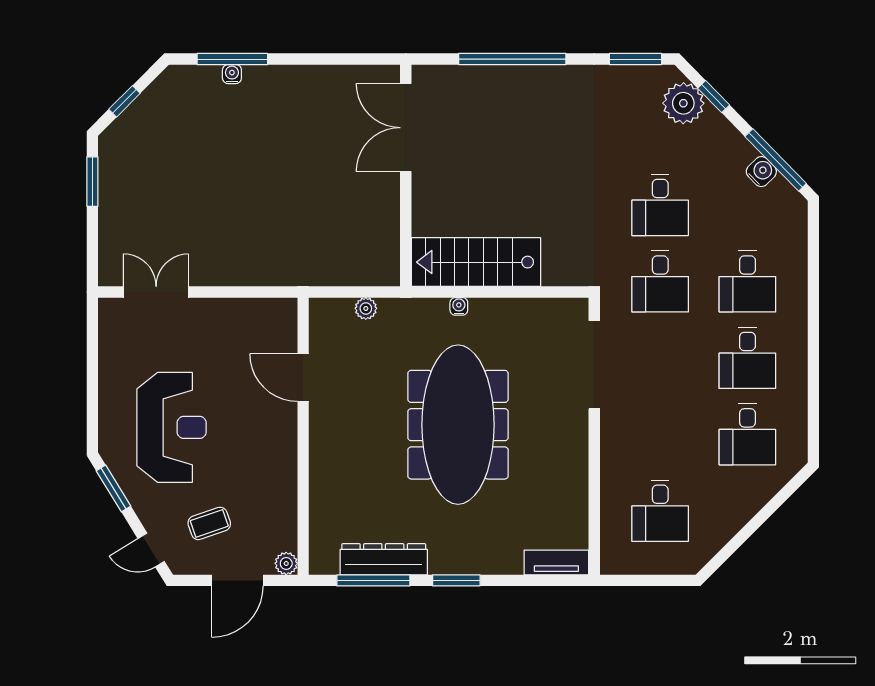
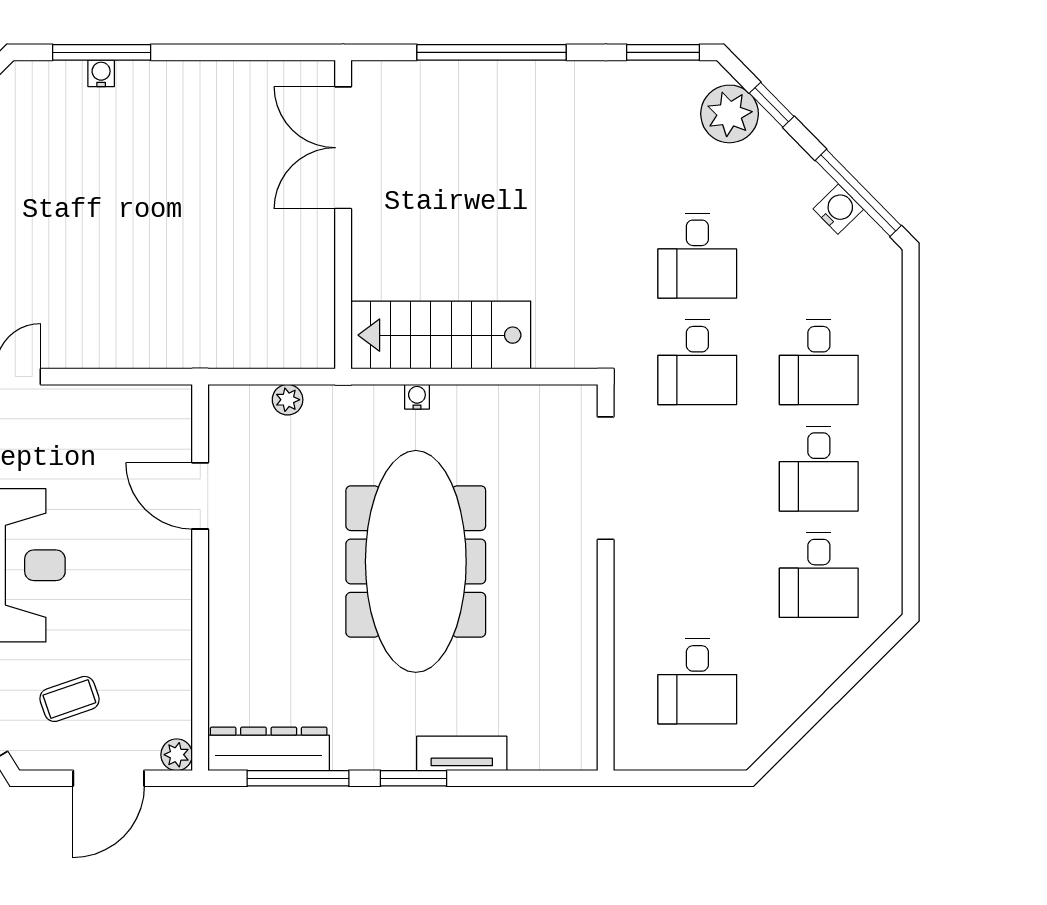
dresser: (384, 559) -> (269, 749), moved
tv unit: (556, 562) -> (462, 753), moved

